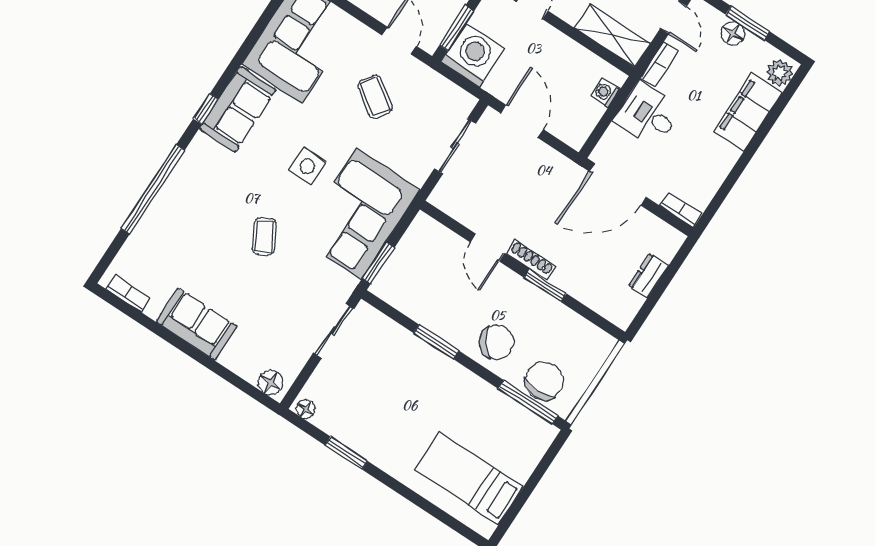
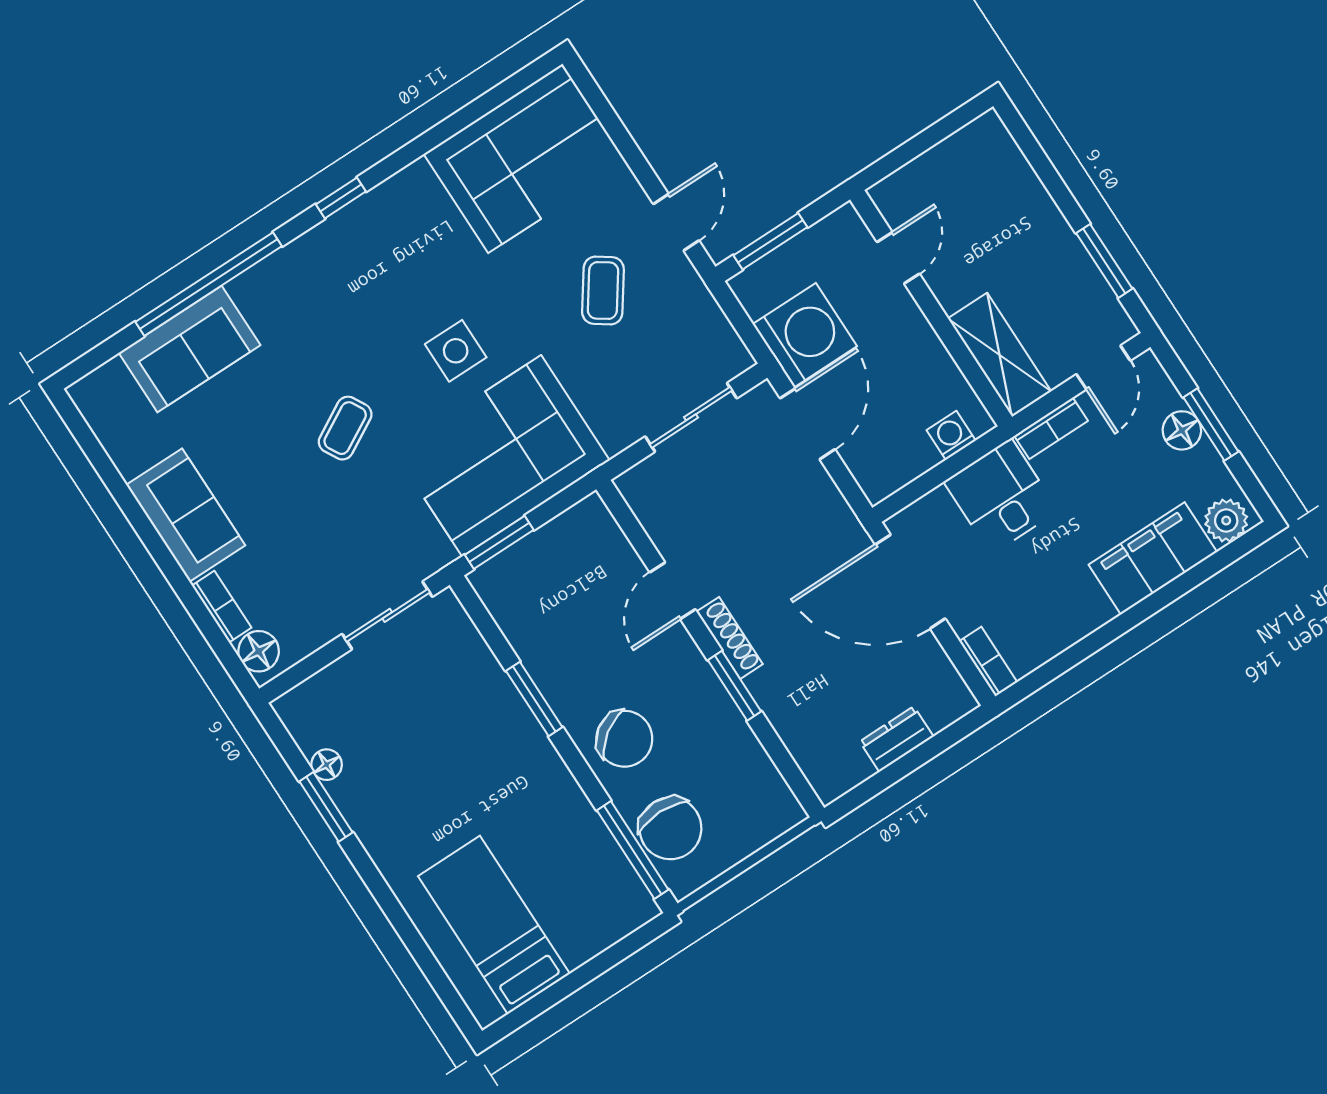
washing machine: (473, 55) -> (805, 335), moved
sofa: (238, 109) -> (190, 349), moved
bookcase: (128, 294) -> (222, 607), moved
chair: (544, 381) -> (670, 828), turned 90
floor lamp: (306, 409) -> (327, 765), moved

